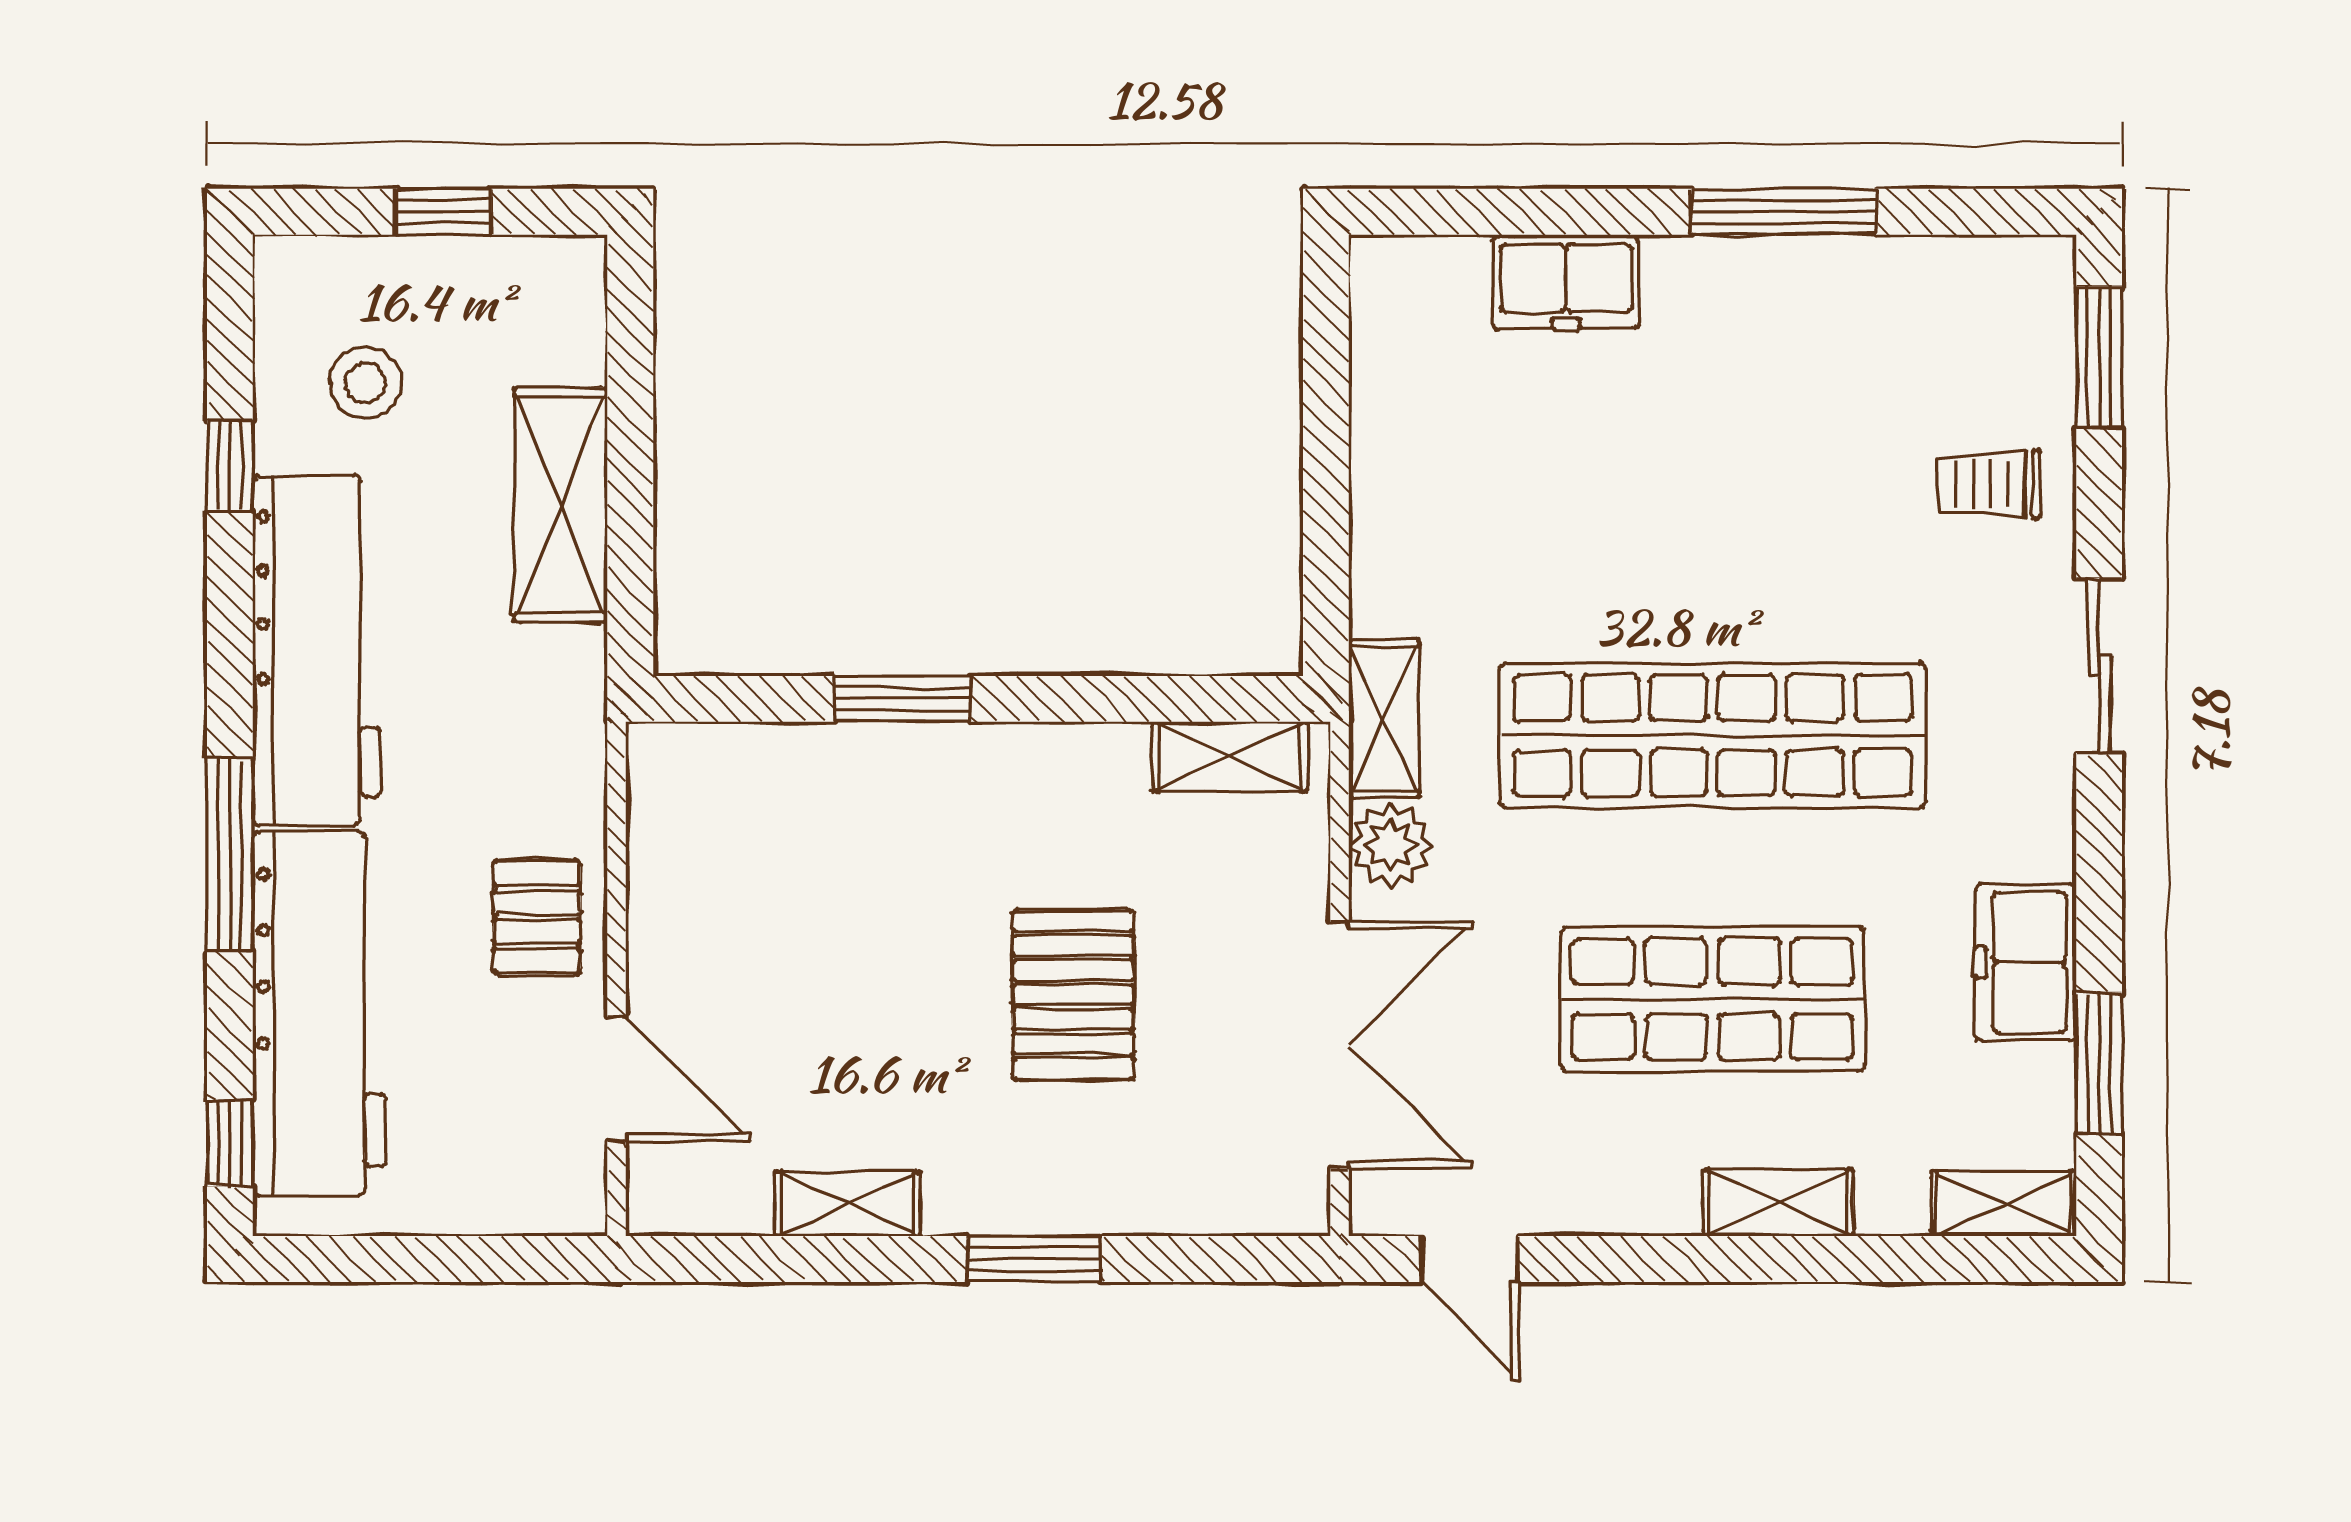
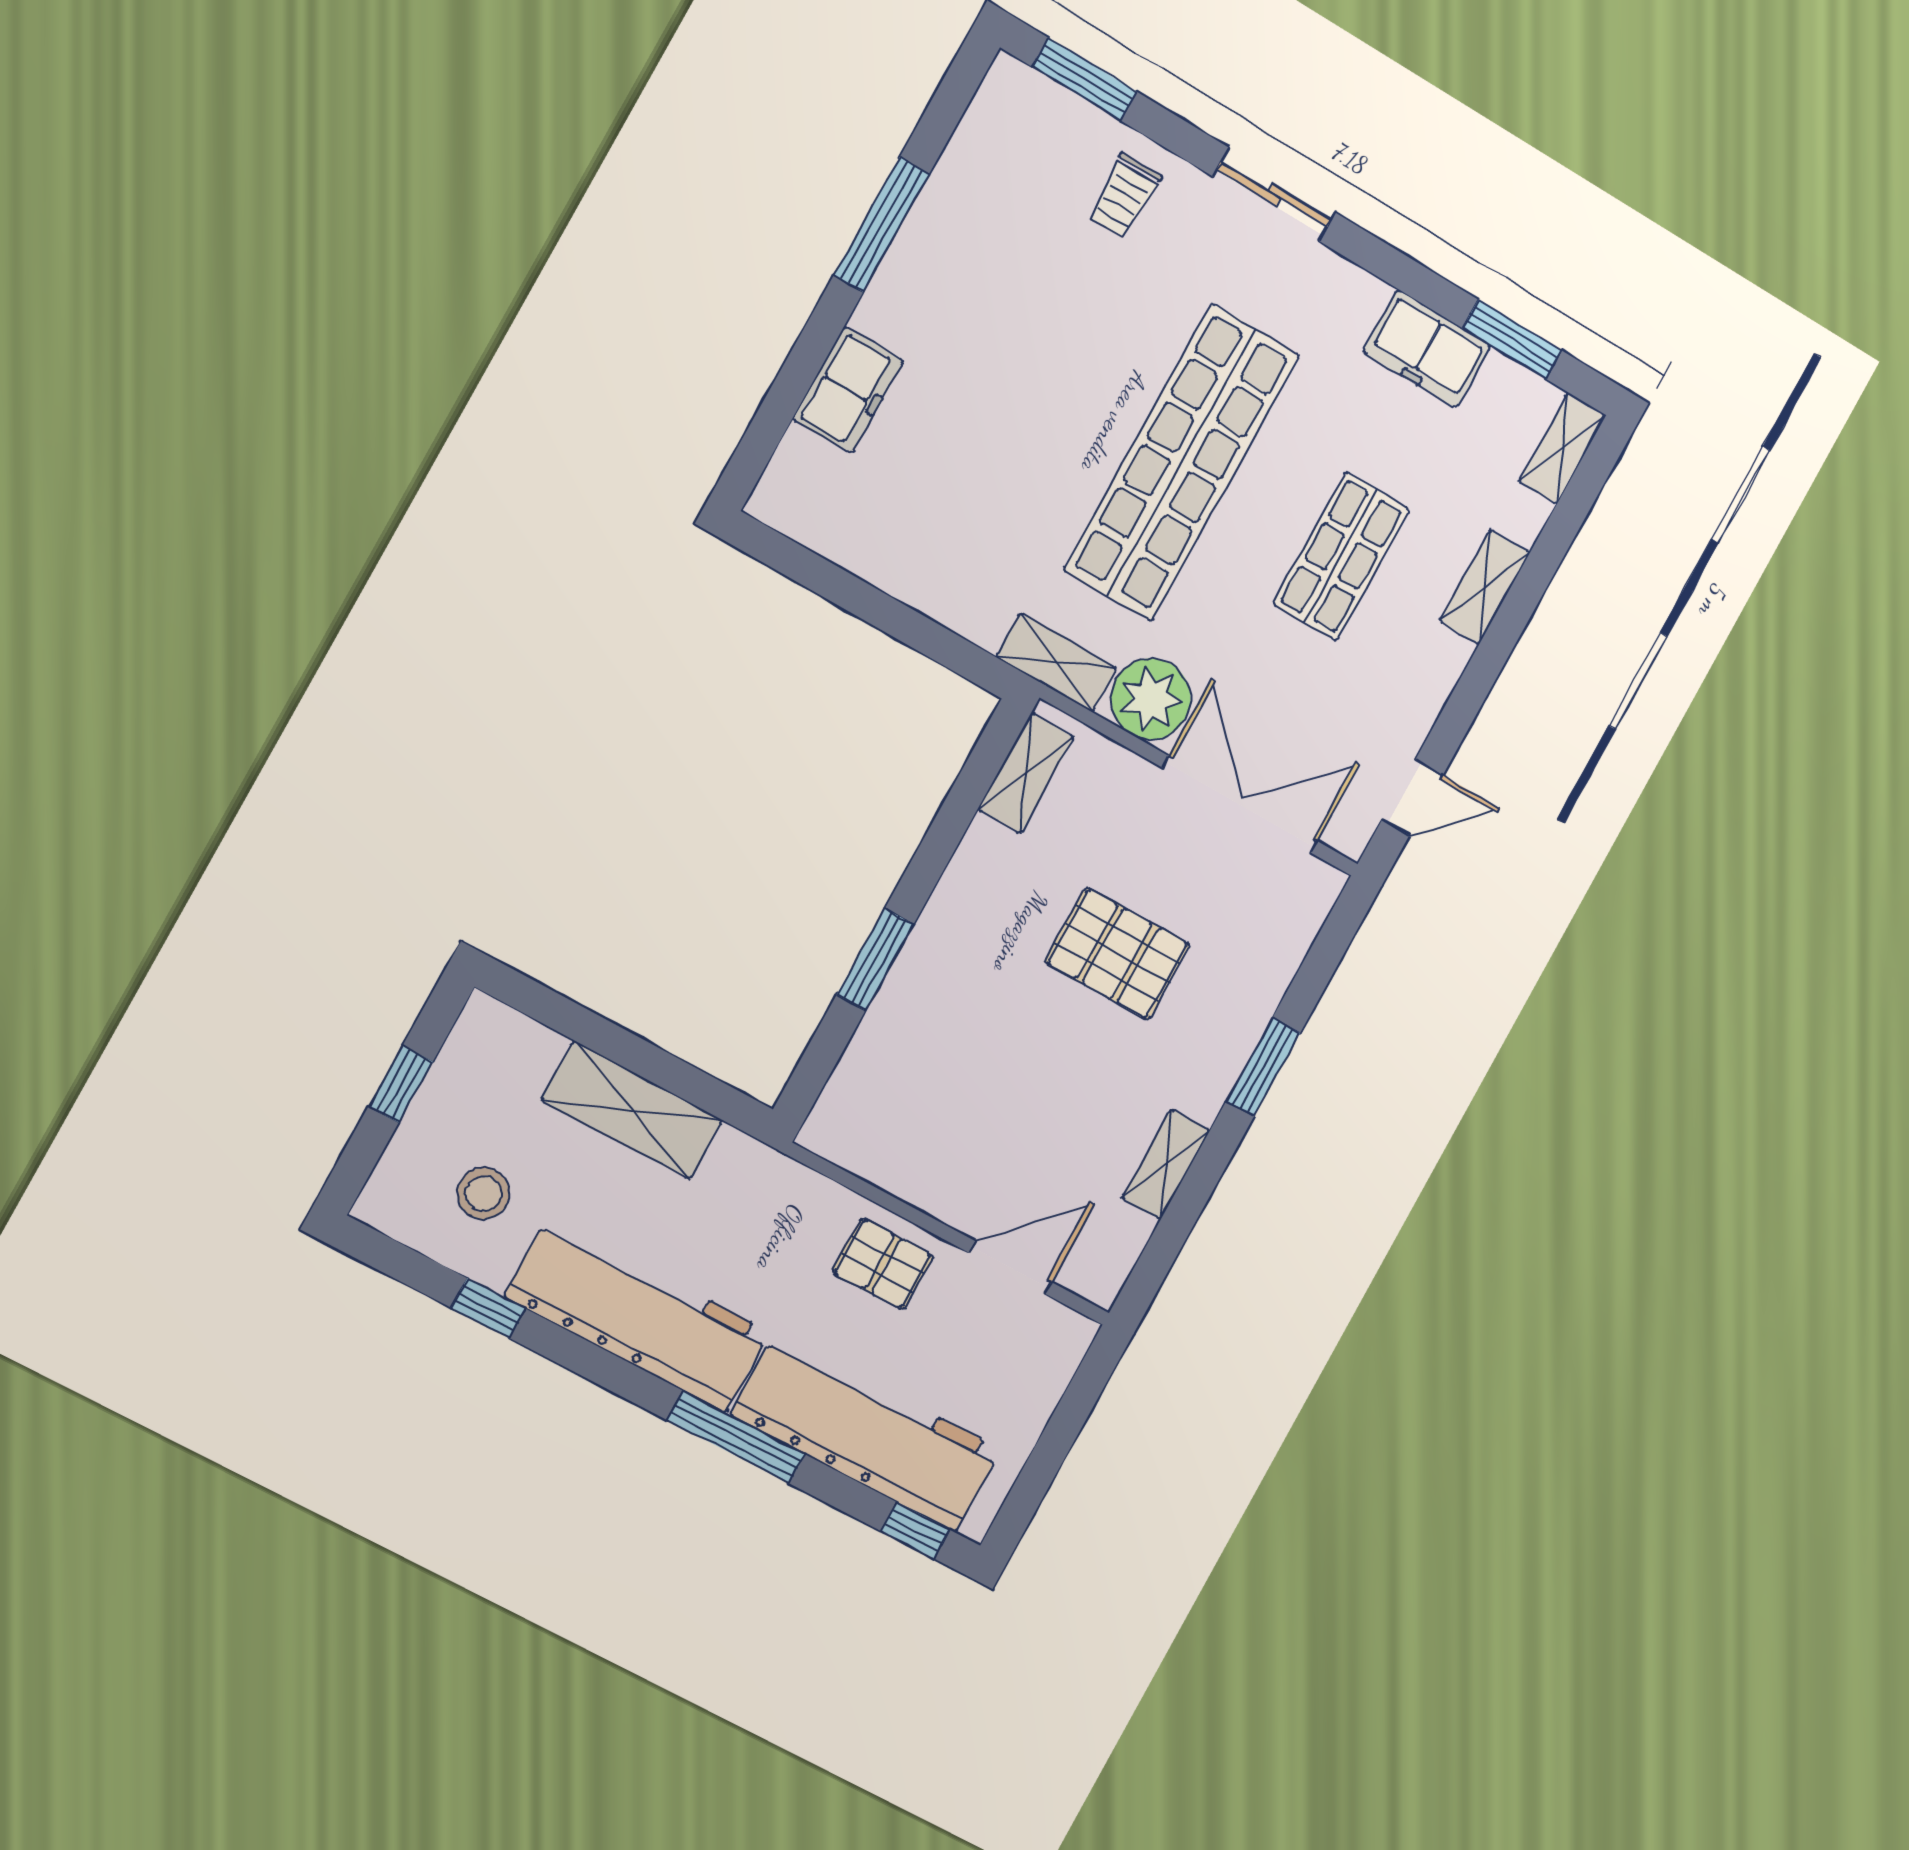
plant: (1390, 845) -> (1151, 699), width x1.36, depth x1.36
shop shelf: (1713, 999) -> (1341, 556), width x0.70, depth x0.74

